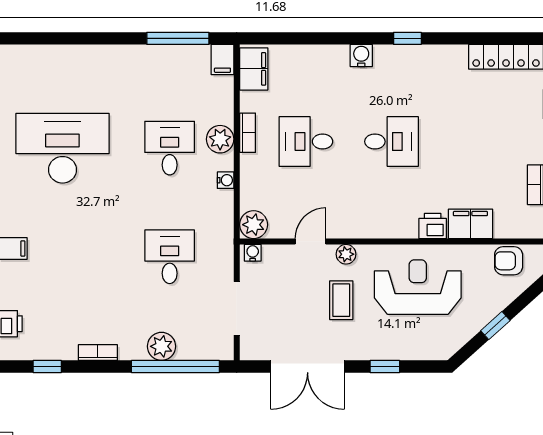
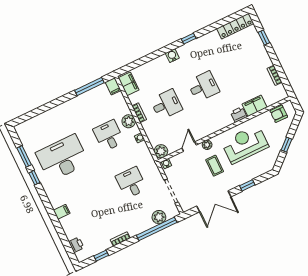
desk: (306, 142) -> (166, 104), turned 180
plant: (161, 346) -> (159, 217), moved

